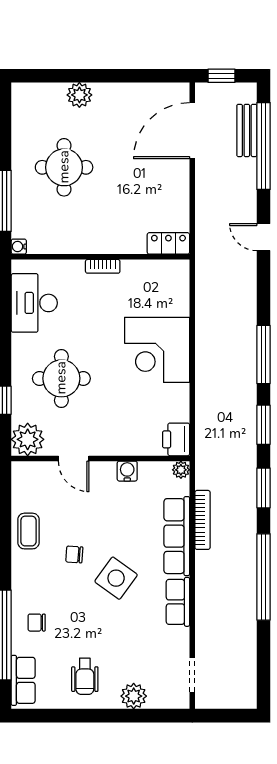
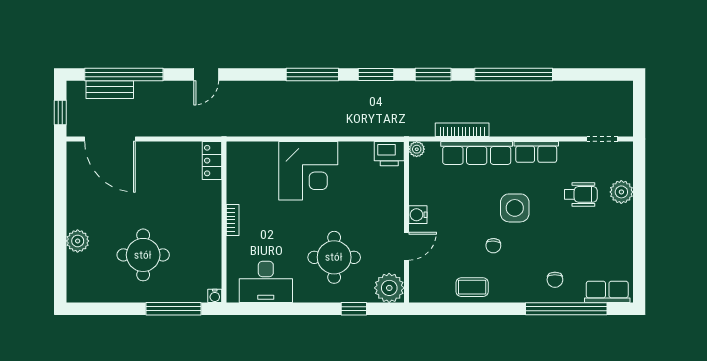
water cooler: (127, 471) -> (418, 215), moved
side table: (116, 578) -> (515, 208), turned -36
wheelchair: (85, 676) -> (581, 194), moved

